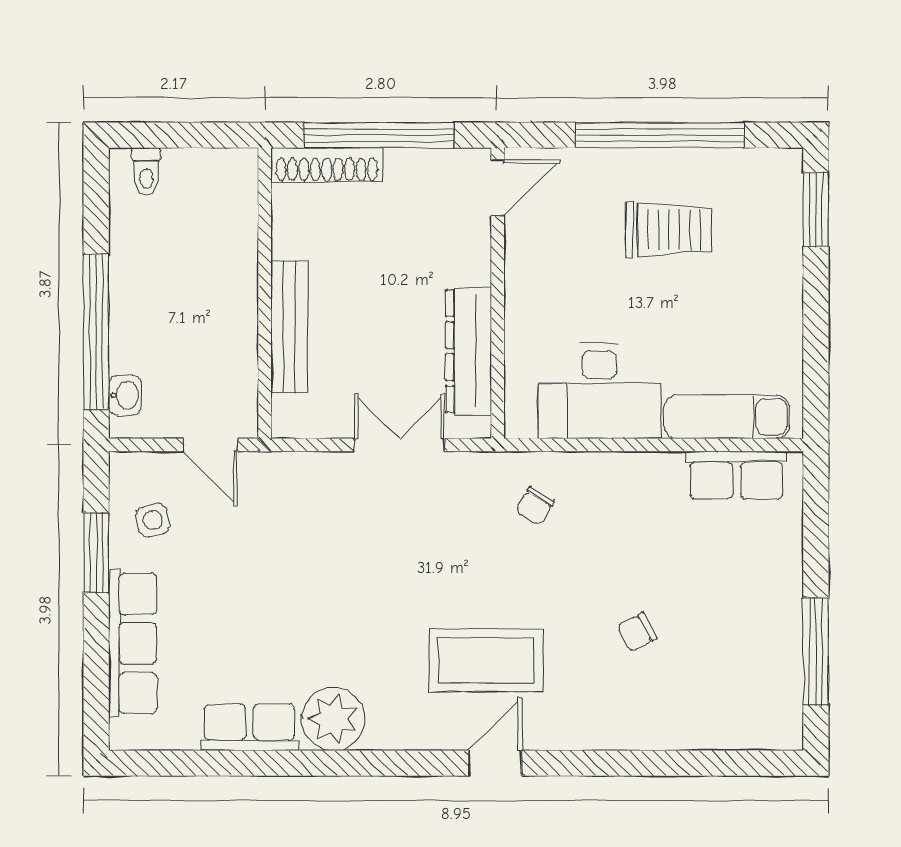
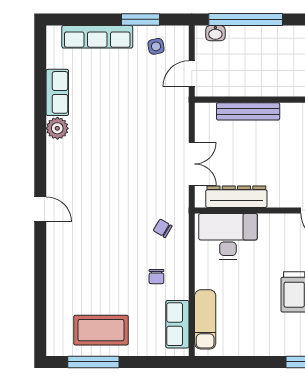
desk: (599, 391) -> (228, 236), moved, turned 90
chair: (637, 632) -> (156, 277), moved, turned -152
coffee table: (486, 661) -> (101, 330), moved, turned 90
plant: (333, 719) -> (57, 128), width x0.73, depth x0.73

